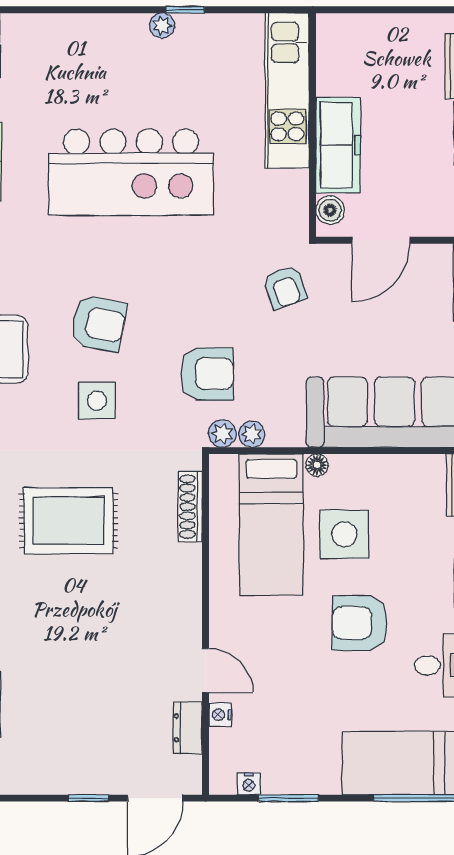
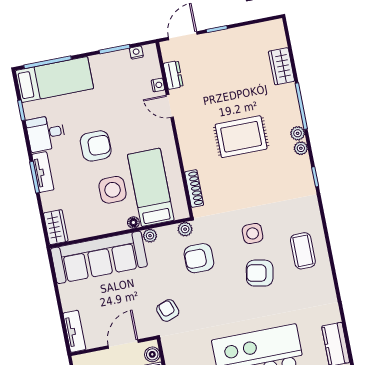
plant: (252, 434) -> (150, 236), moved
rug: (68, 521) -> (241, 137), moved

